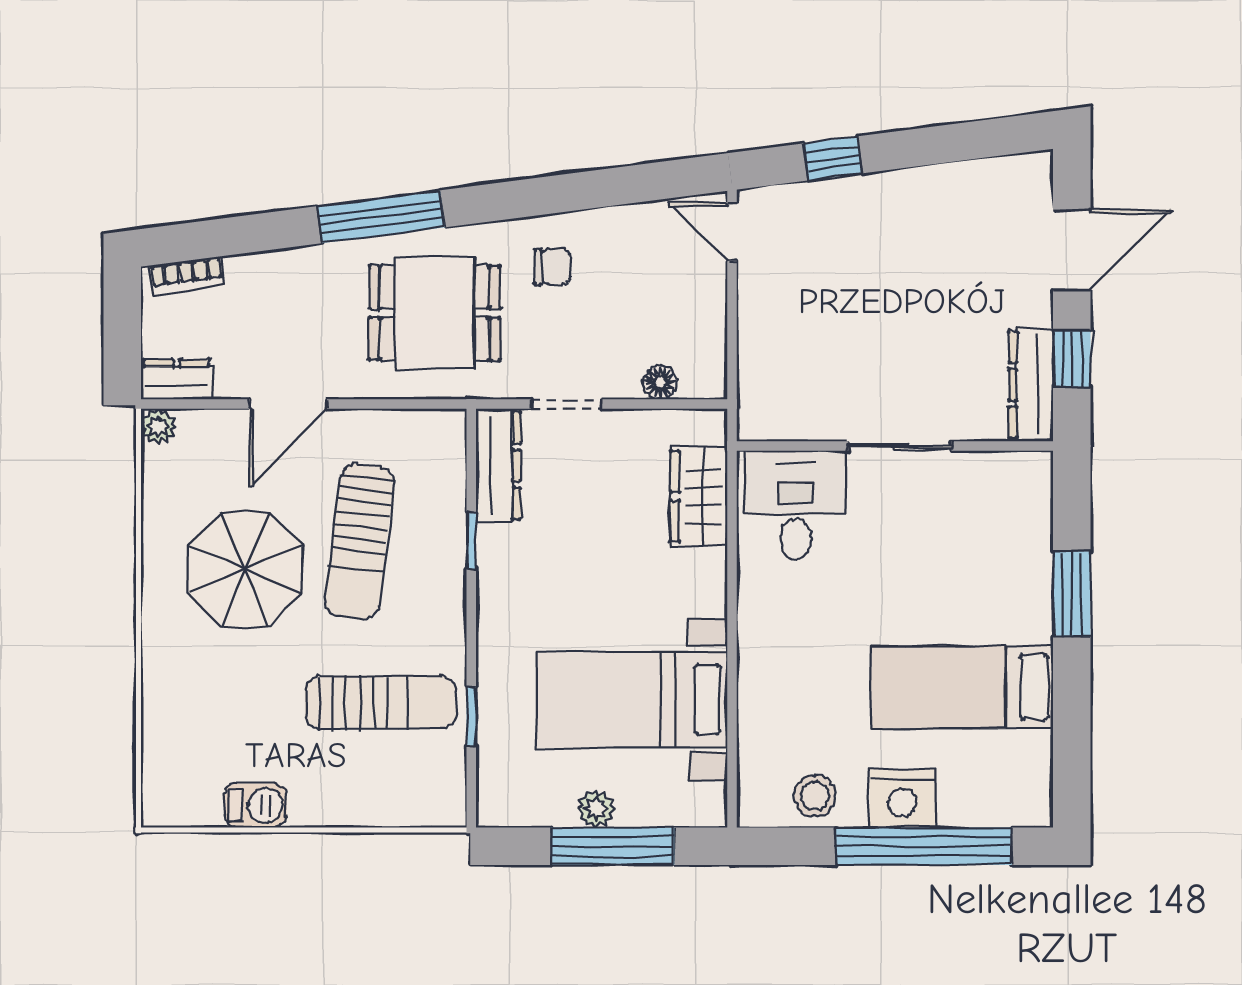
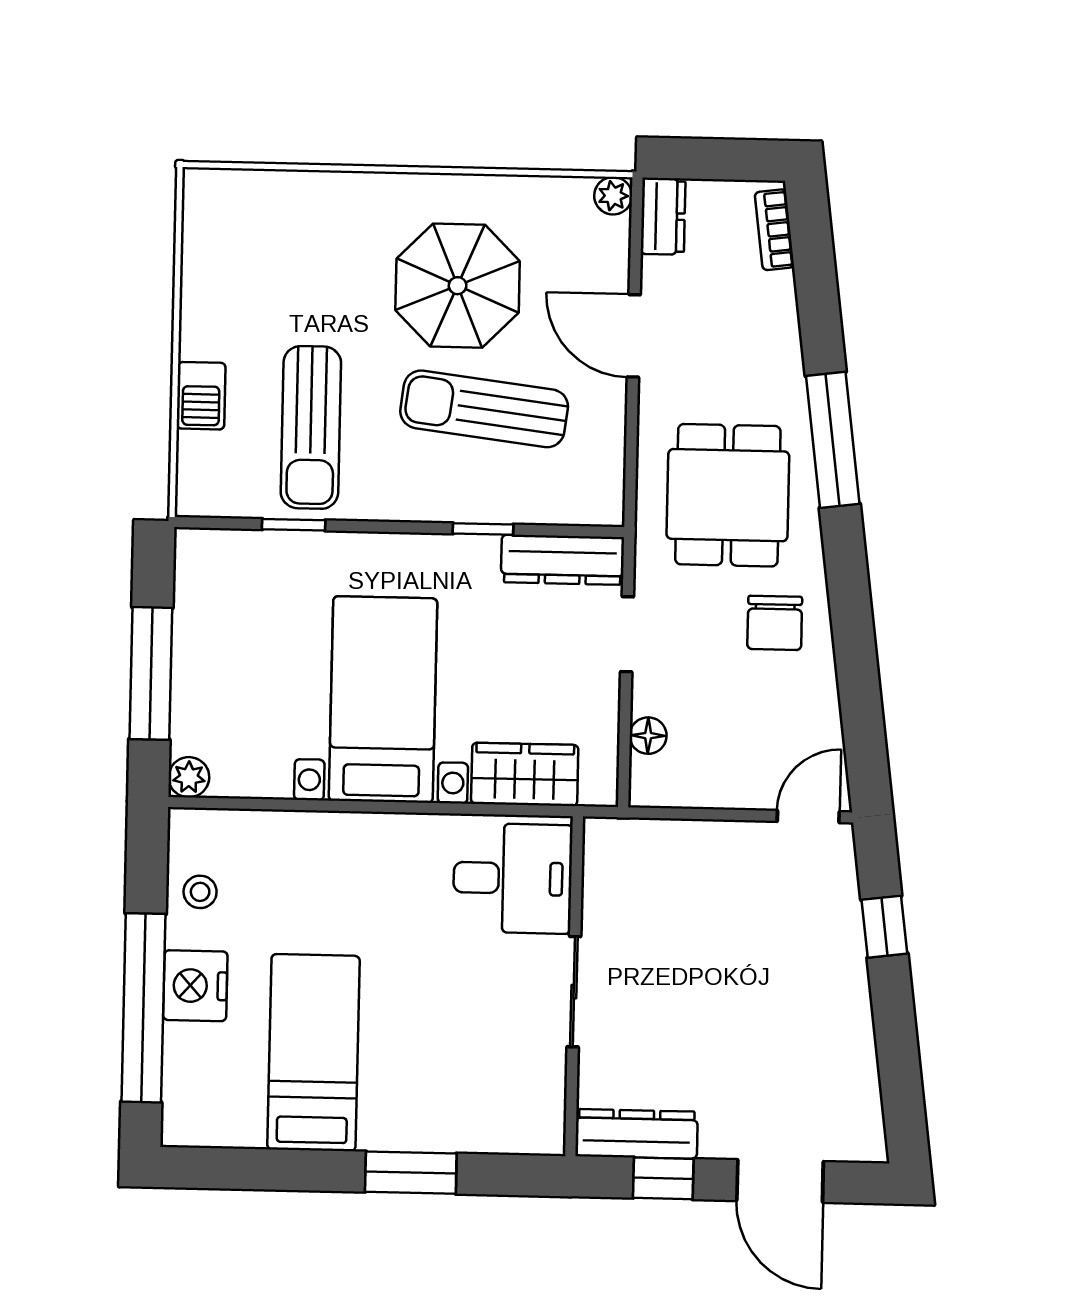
chair: (553, 267) -> (775, 623), width x1.37, depth x1.37
bed with nightstands: (632, 699) -> (383, 699), moved
stool: (815, 796) -> (200, 892), width x0.73, depth x0.73
barbecue: (255, 806) -> (201, 396), moved
plant: (596, 809) -> (189, 777), moved

